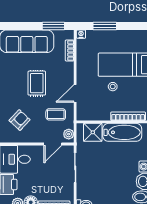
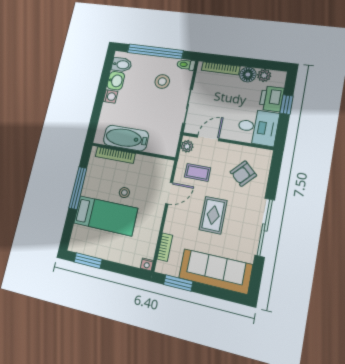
window: (105, 26) -> (88, 261), moved
shower: (93, 132) -> (159, 144), removed
stool: (102, 186) -> (162, 81), added

